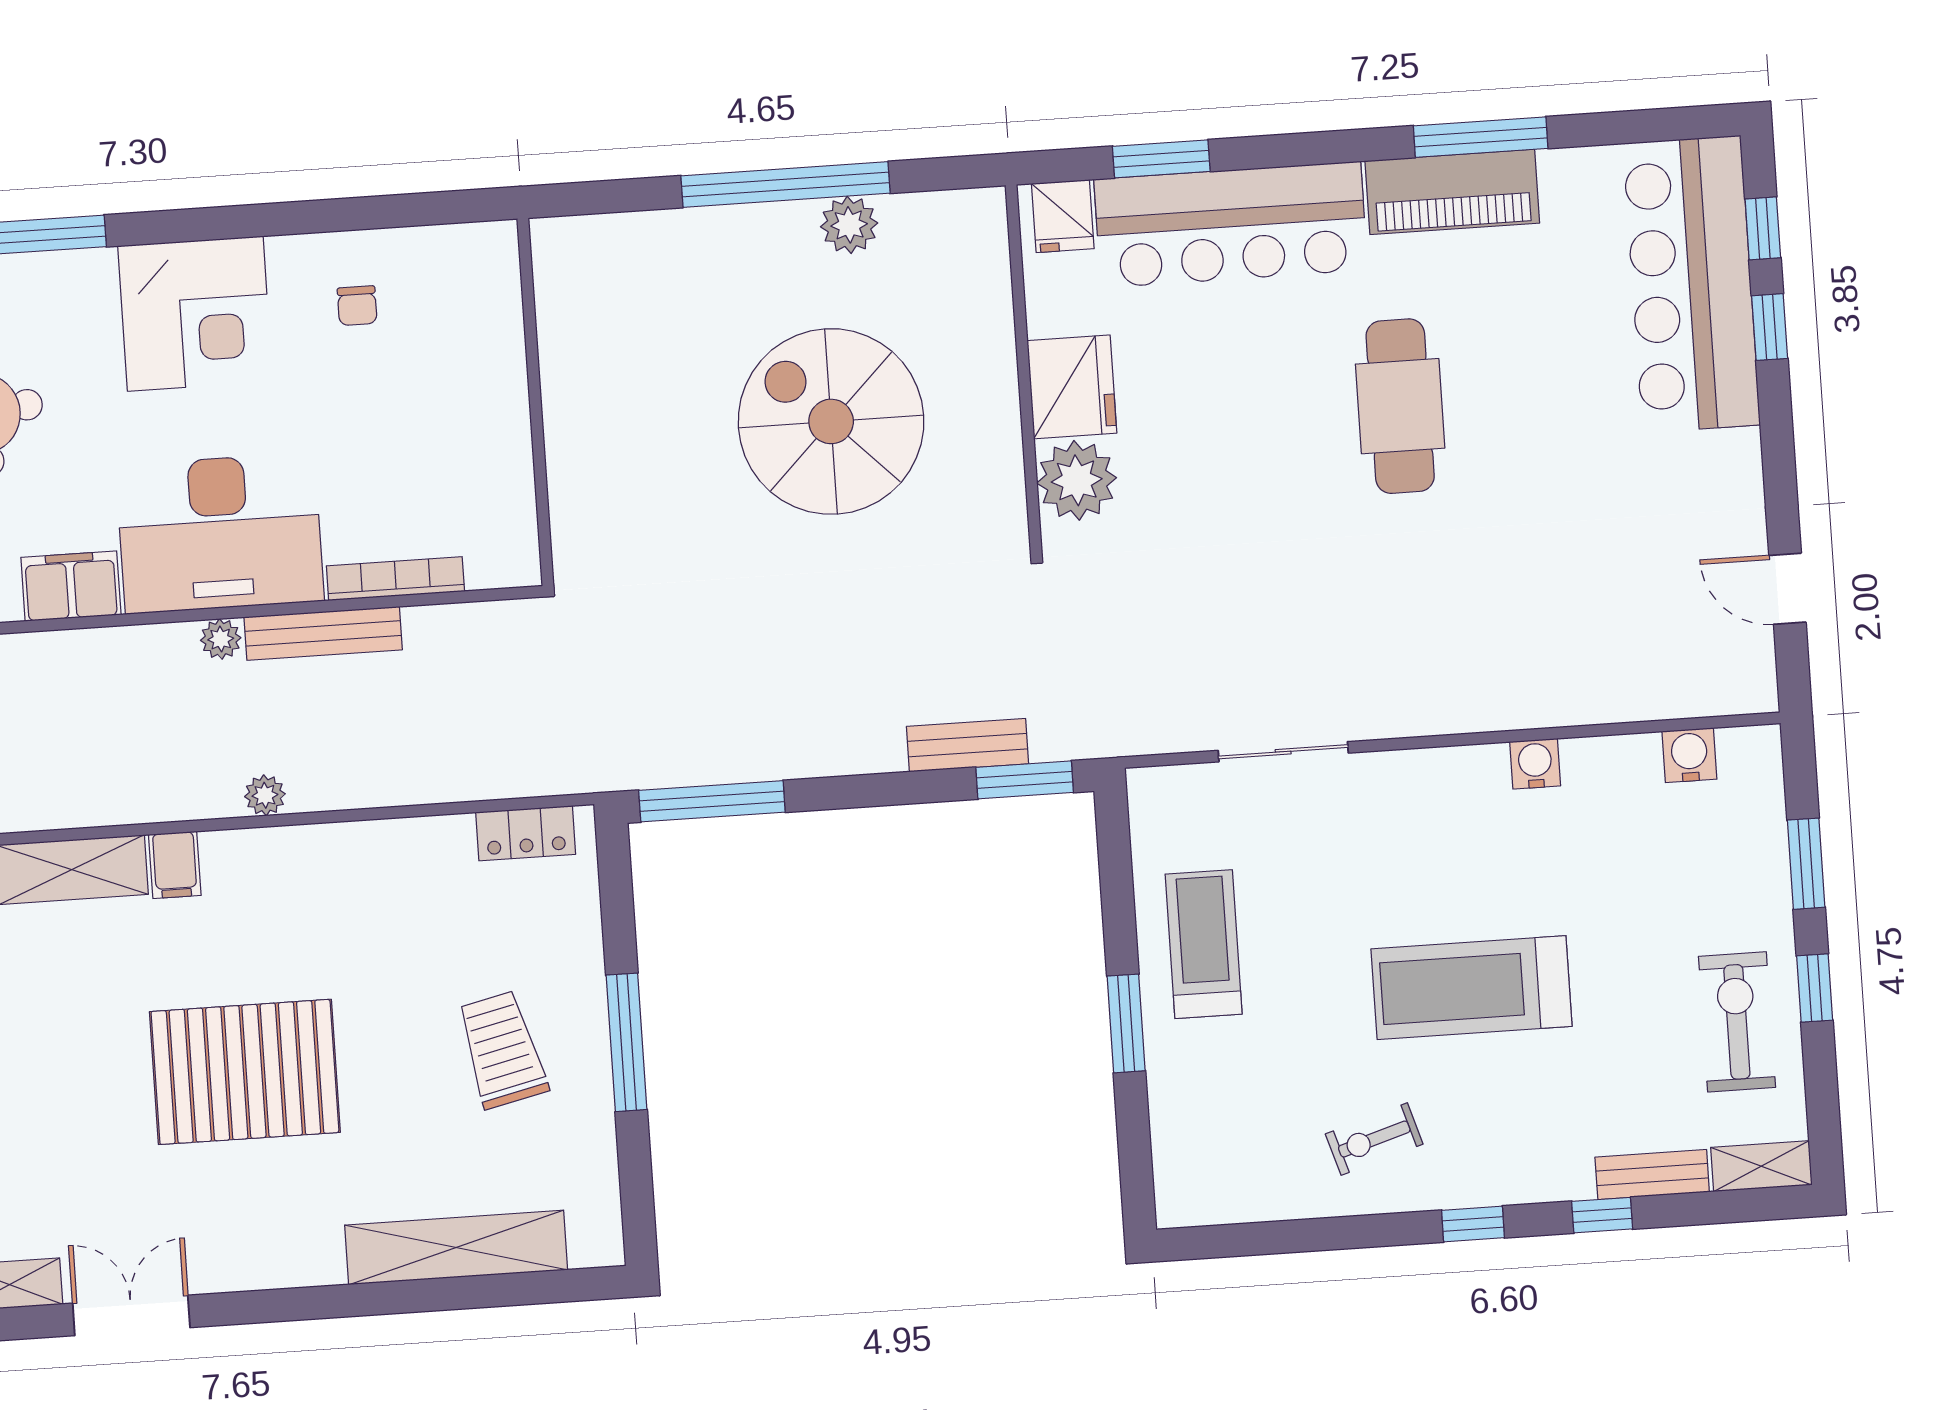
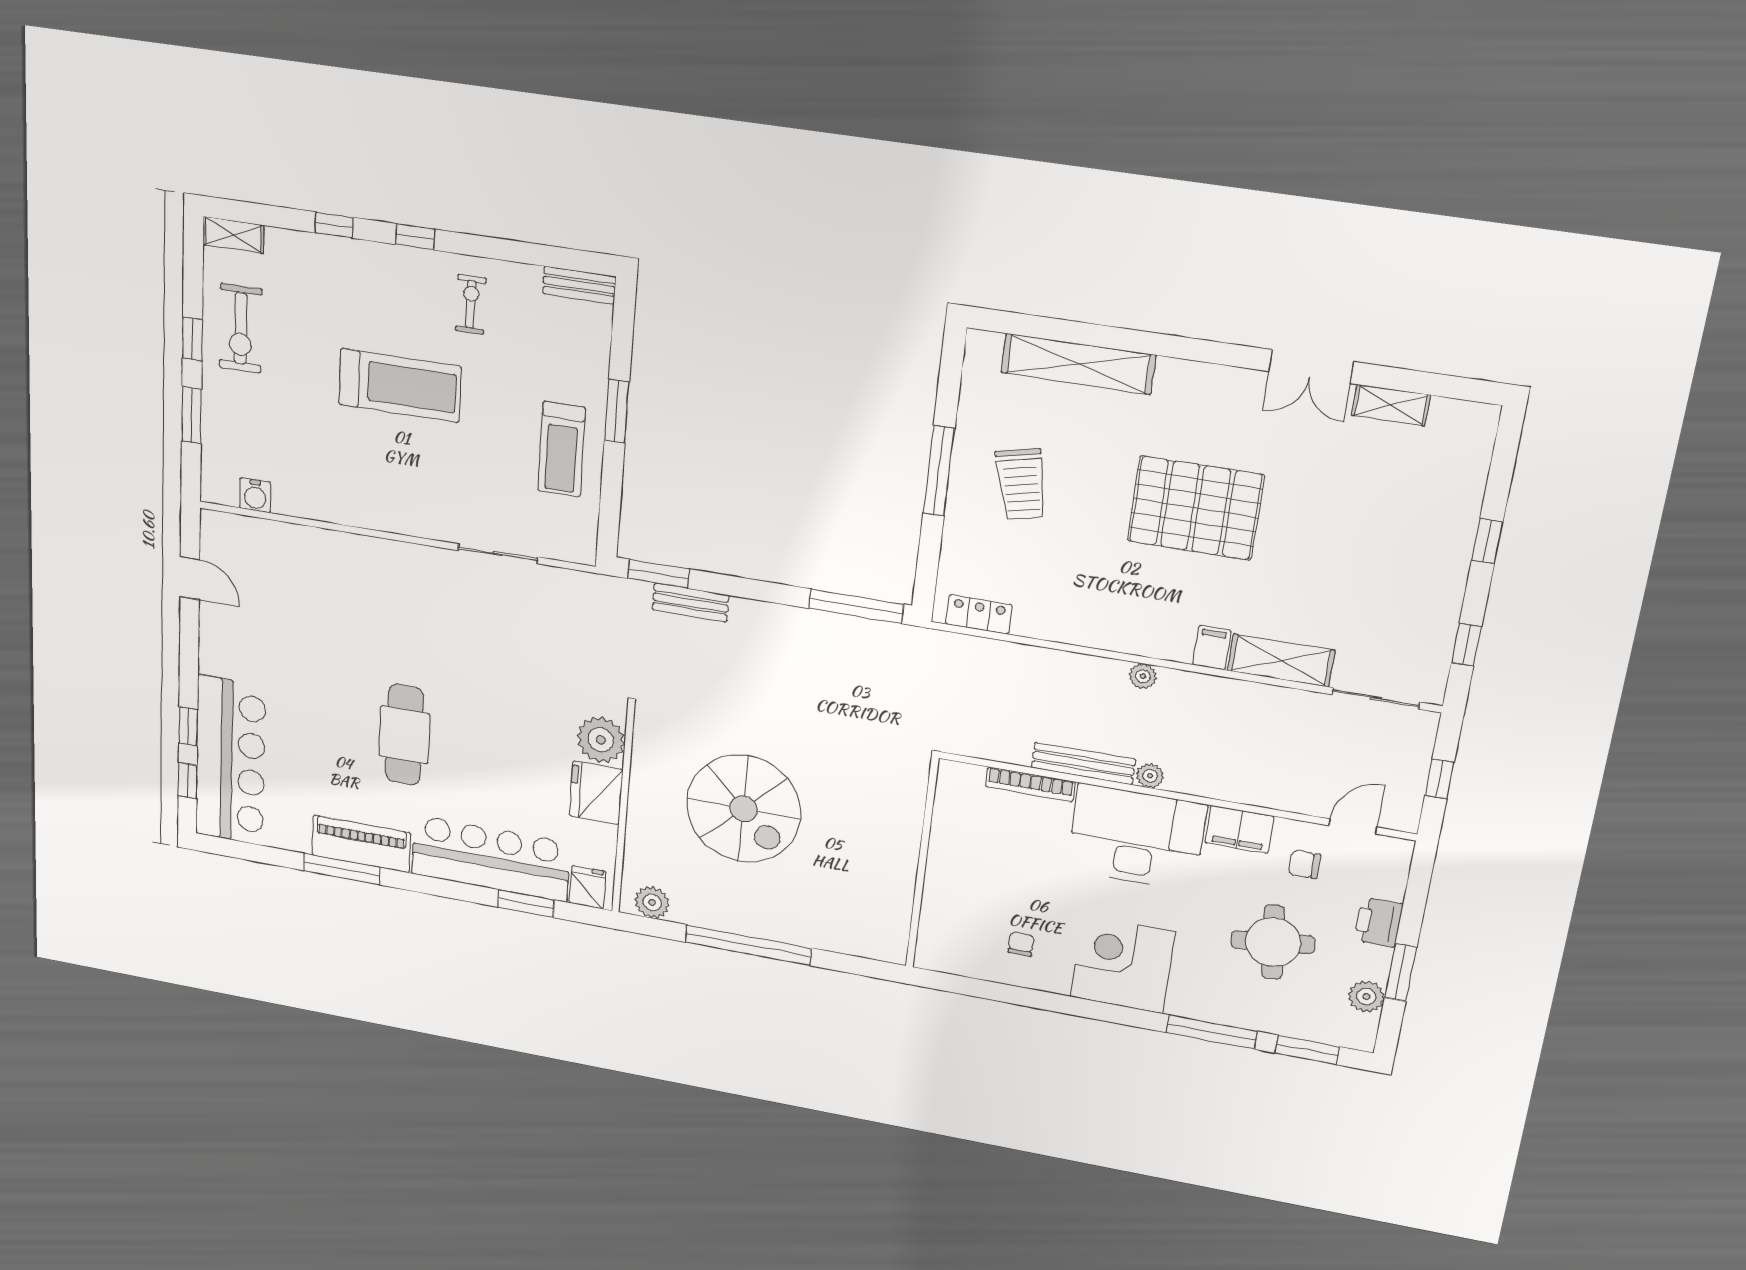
plant: (849, 225) -> (652, 902), moved
water cooler: (1535, 764) -> (347, 511), removed
exercise bike: (1374, 1139) -> (471, 304), turned -73
bench: (1652, 1175) -> (579, 285), moved

